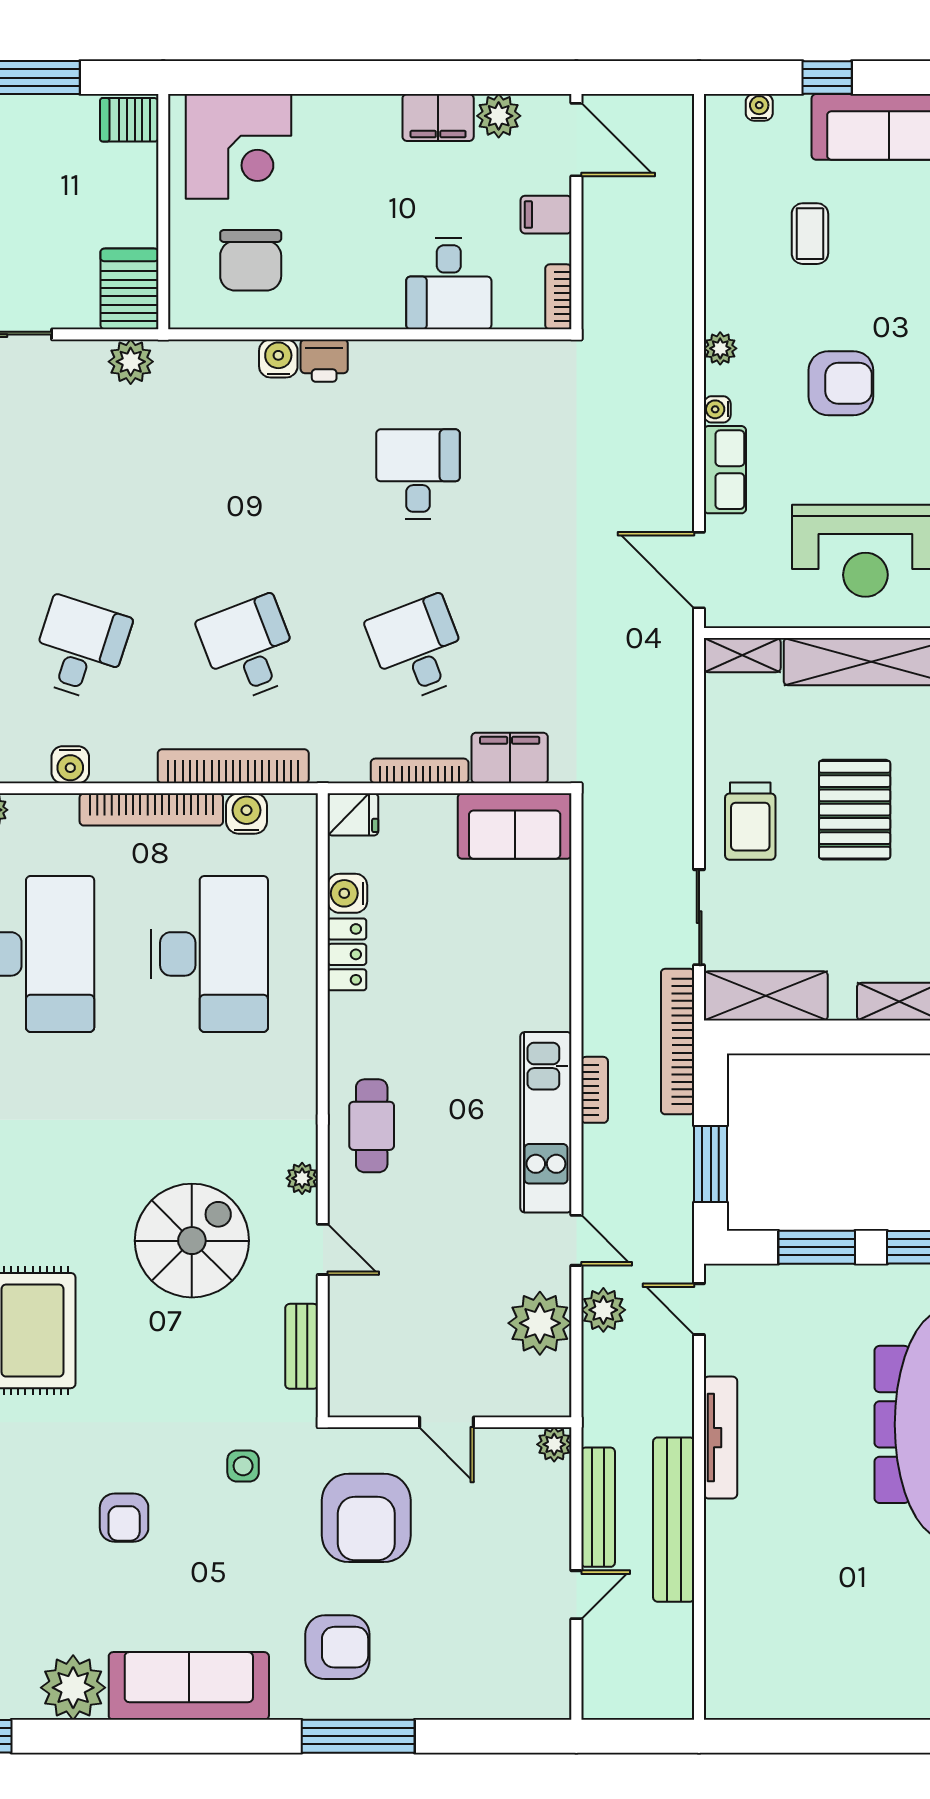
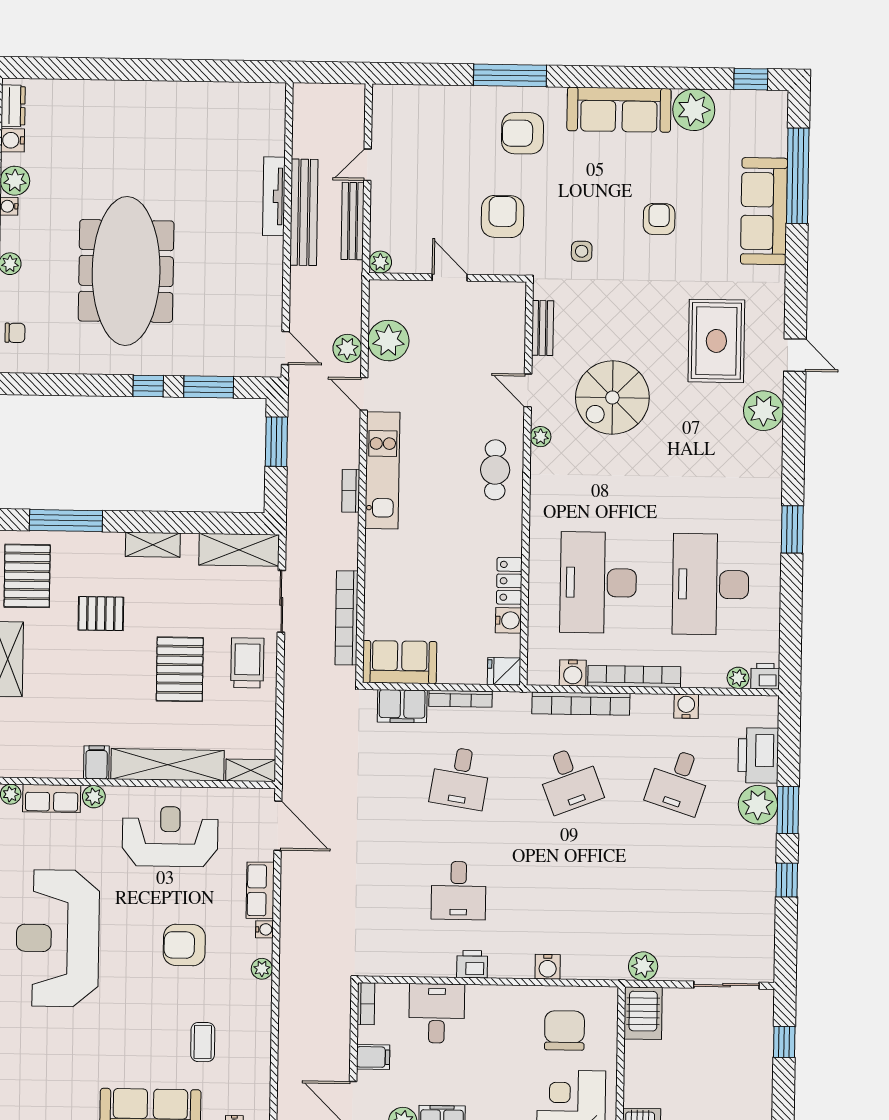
printer: (324, 361) -> (472, 964), moved
desk: (418, 649) -> (460, 778), turned 30
bookcase: (678, 1042) -> (347, 618), moved, turned 180
tv unit: (721, 1438) -> (274, 196), moved
armchair: (366, 1518) -> (503, 216), width x0.73, depth x0.73

